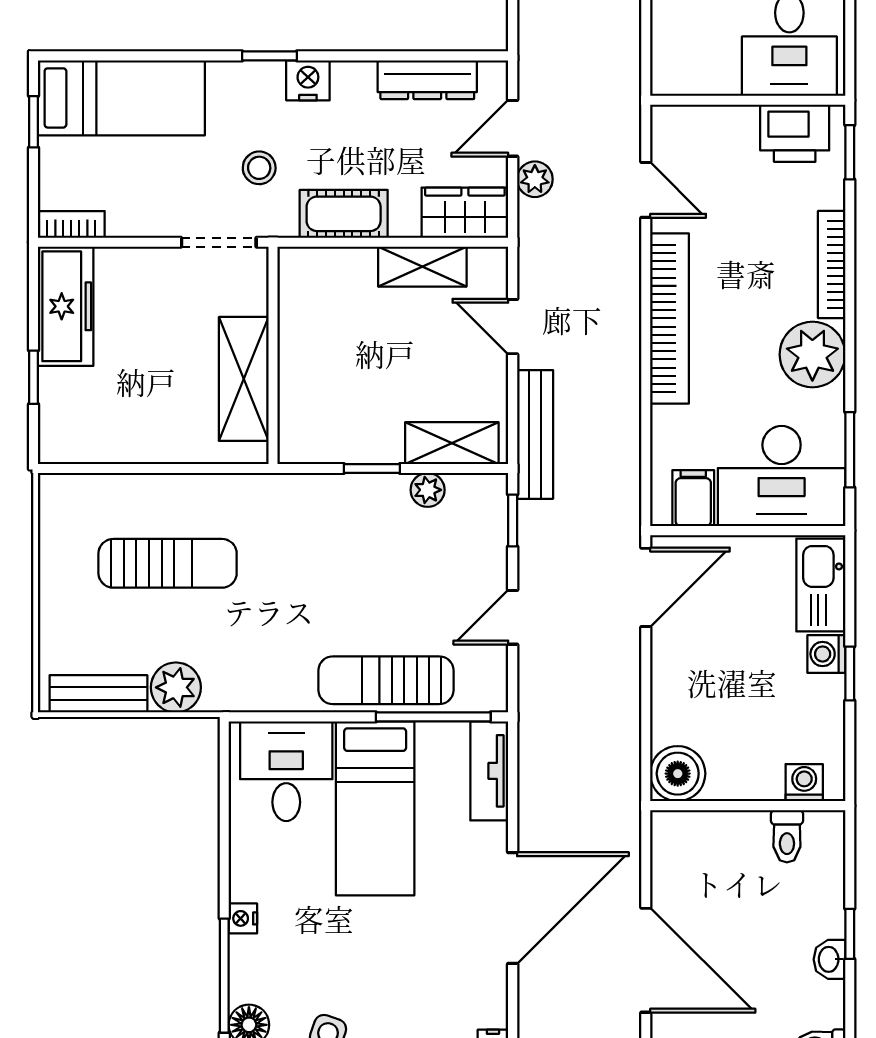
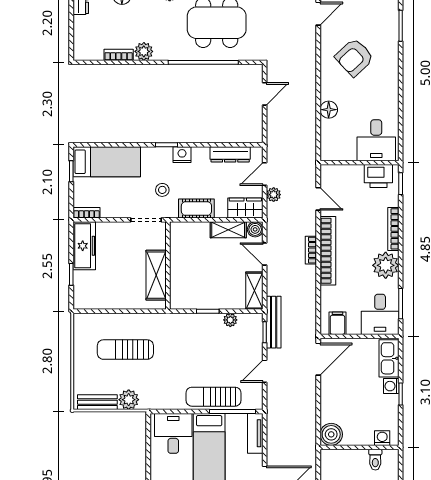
boiler: (489, 266) -> (255, 229), added
bookcase: (627, 317) -> (311, 250), added
bench: (535, 434) -> (274, 322), moved
shelving: (452, 443) -> (254, 291), moved, turned 90
desk: (782, 476) -> (380, 314), width x0.73
sun lounger: (168, 563) -> (125, 350), turned 180

